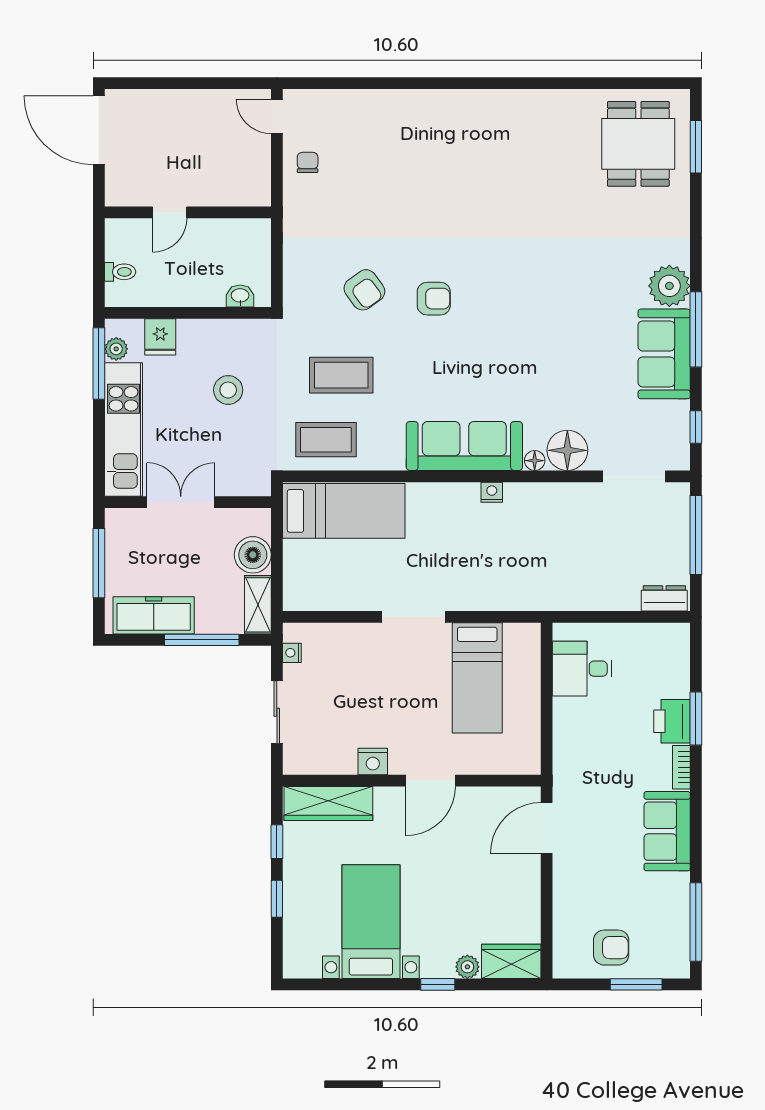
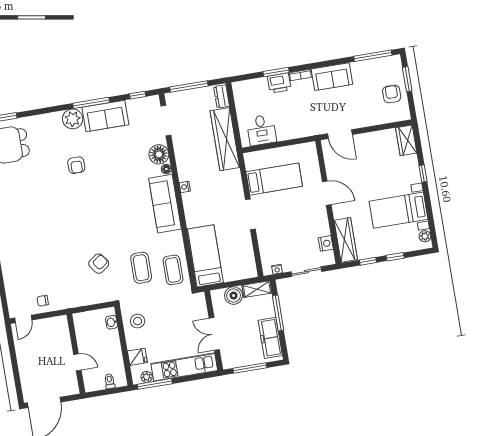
armchair: (434, 299) -> (76, 165), moved, turned 180
stool: (228, 390) -> (138, 321), moved
wardrobe: (576, 591) -> (225, 139), added
nightstand: (373, 761) -> (326, 243), moved
plant: (467, 967) -> (425, 236), moved

